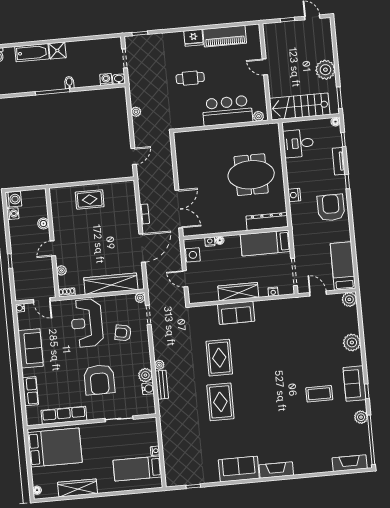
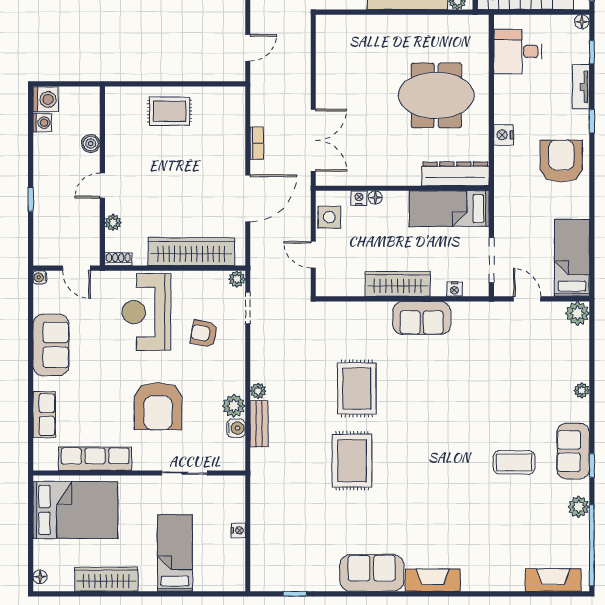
sofa: (236, 313) -> (422, 318), moved
plant: (352, 342) -> (582, 390), width x0.53, depth x0.53
bed: (137, 469) -> (175, 553), moved, turned 90

